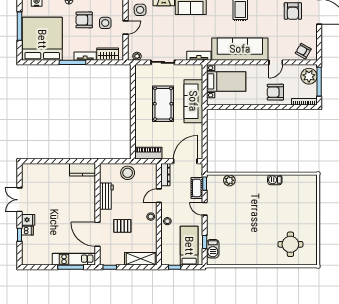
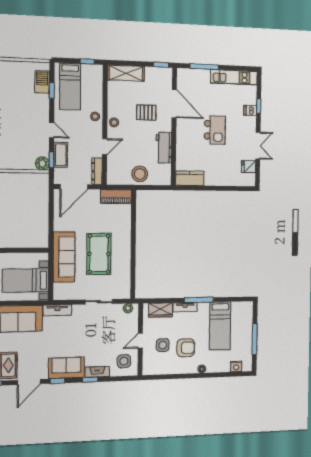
bed: (42, 39) -> (220, 326), width x0.49
plant: (229, 180) -> (42, 163), moved
kitchen island: (60, 212) -> (215, 130), added
fridge: (28, 220) -> (248, 166), moved
kitchen unit: (74, 259) -> (234, 77), moved

